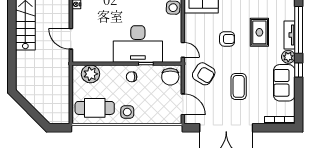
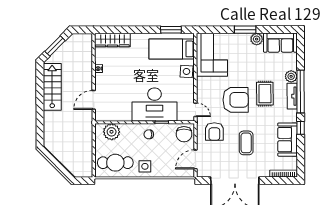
door: (71, 39) -> (94, 100), hinge flipped
armchair: (227, 39) -> (236, 100), width x1.88, depth x1.88
plant: (288, 57) -> (291, 76), moved
armchair: (204, 74) -> (214, 132), turned 59
door: (183, 104) -> (195, 159), swing flipped

